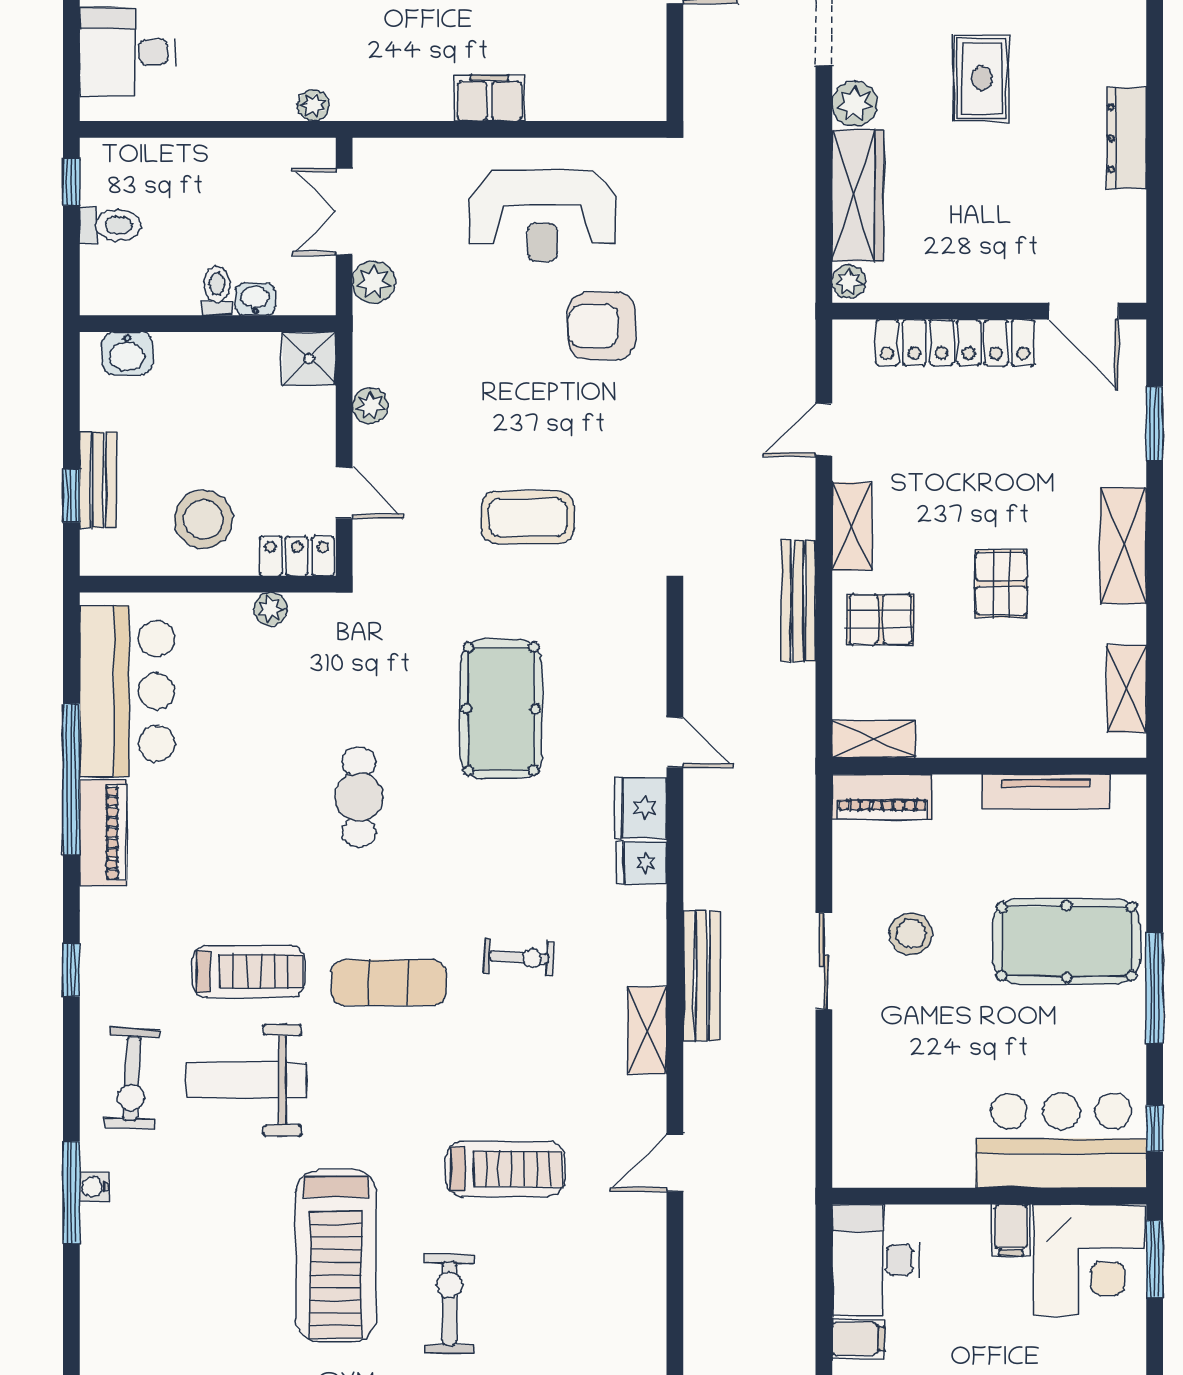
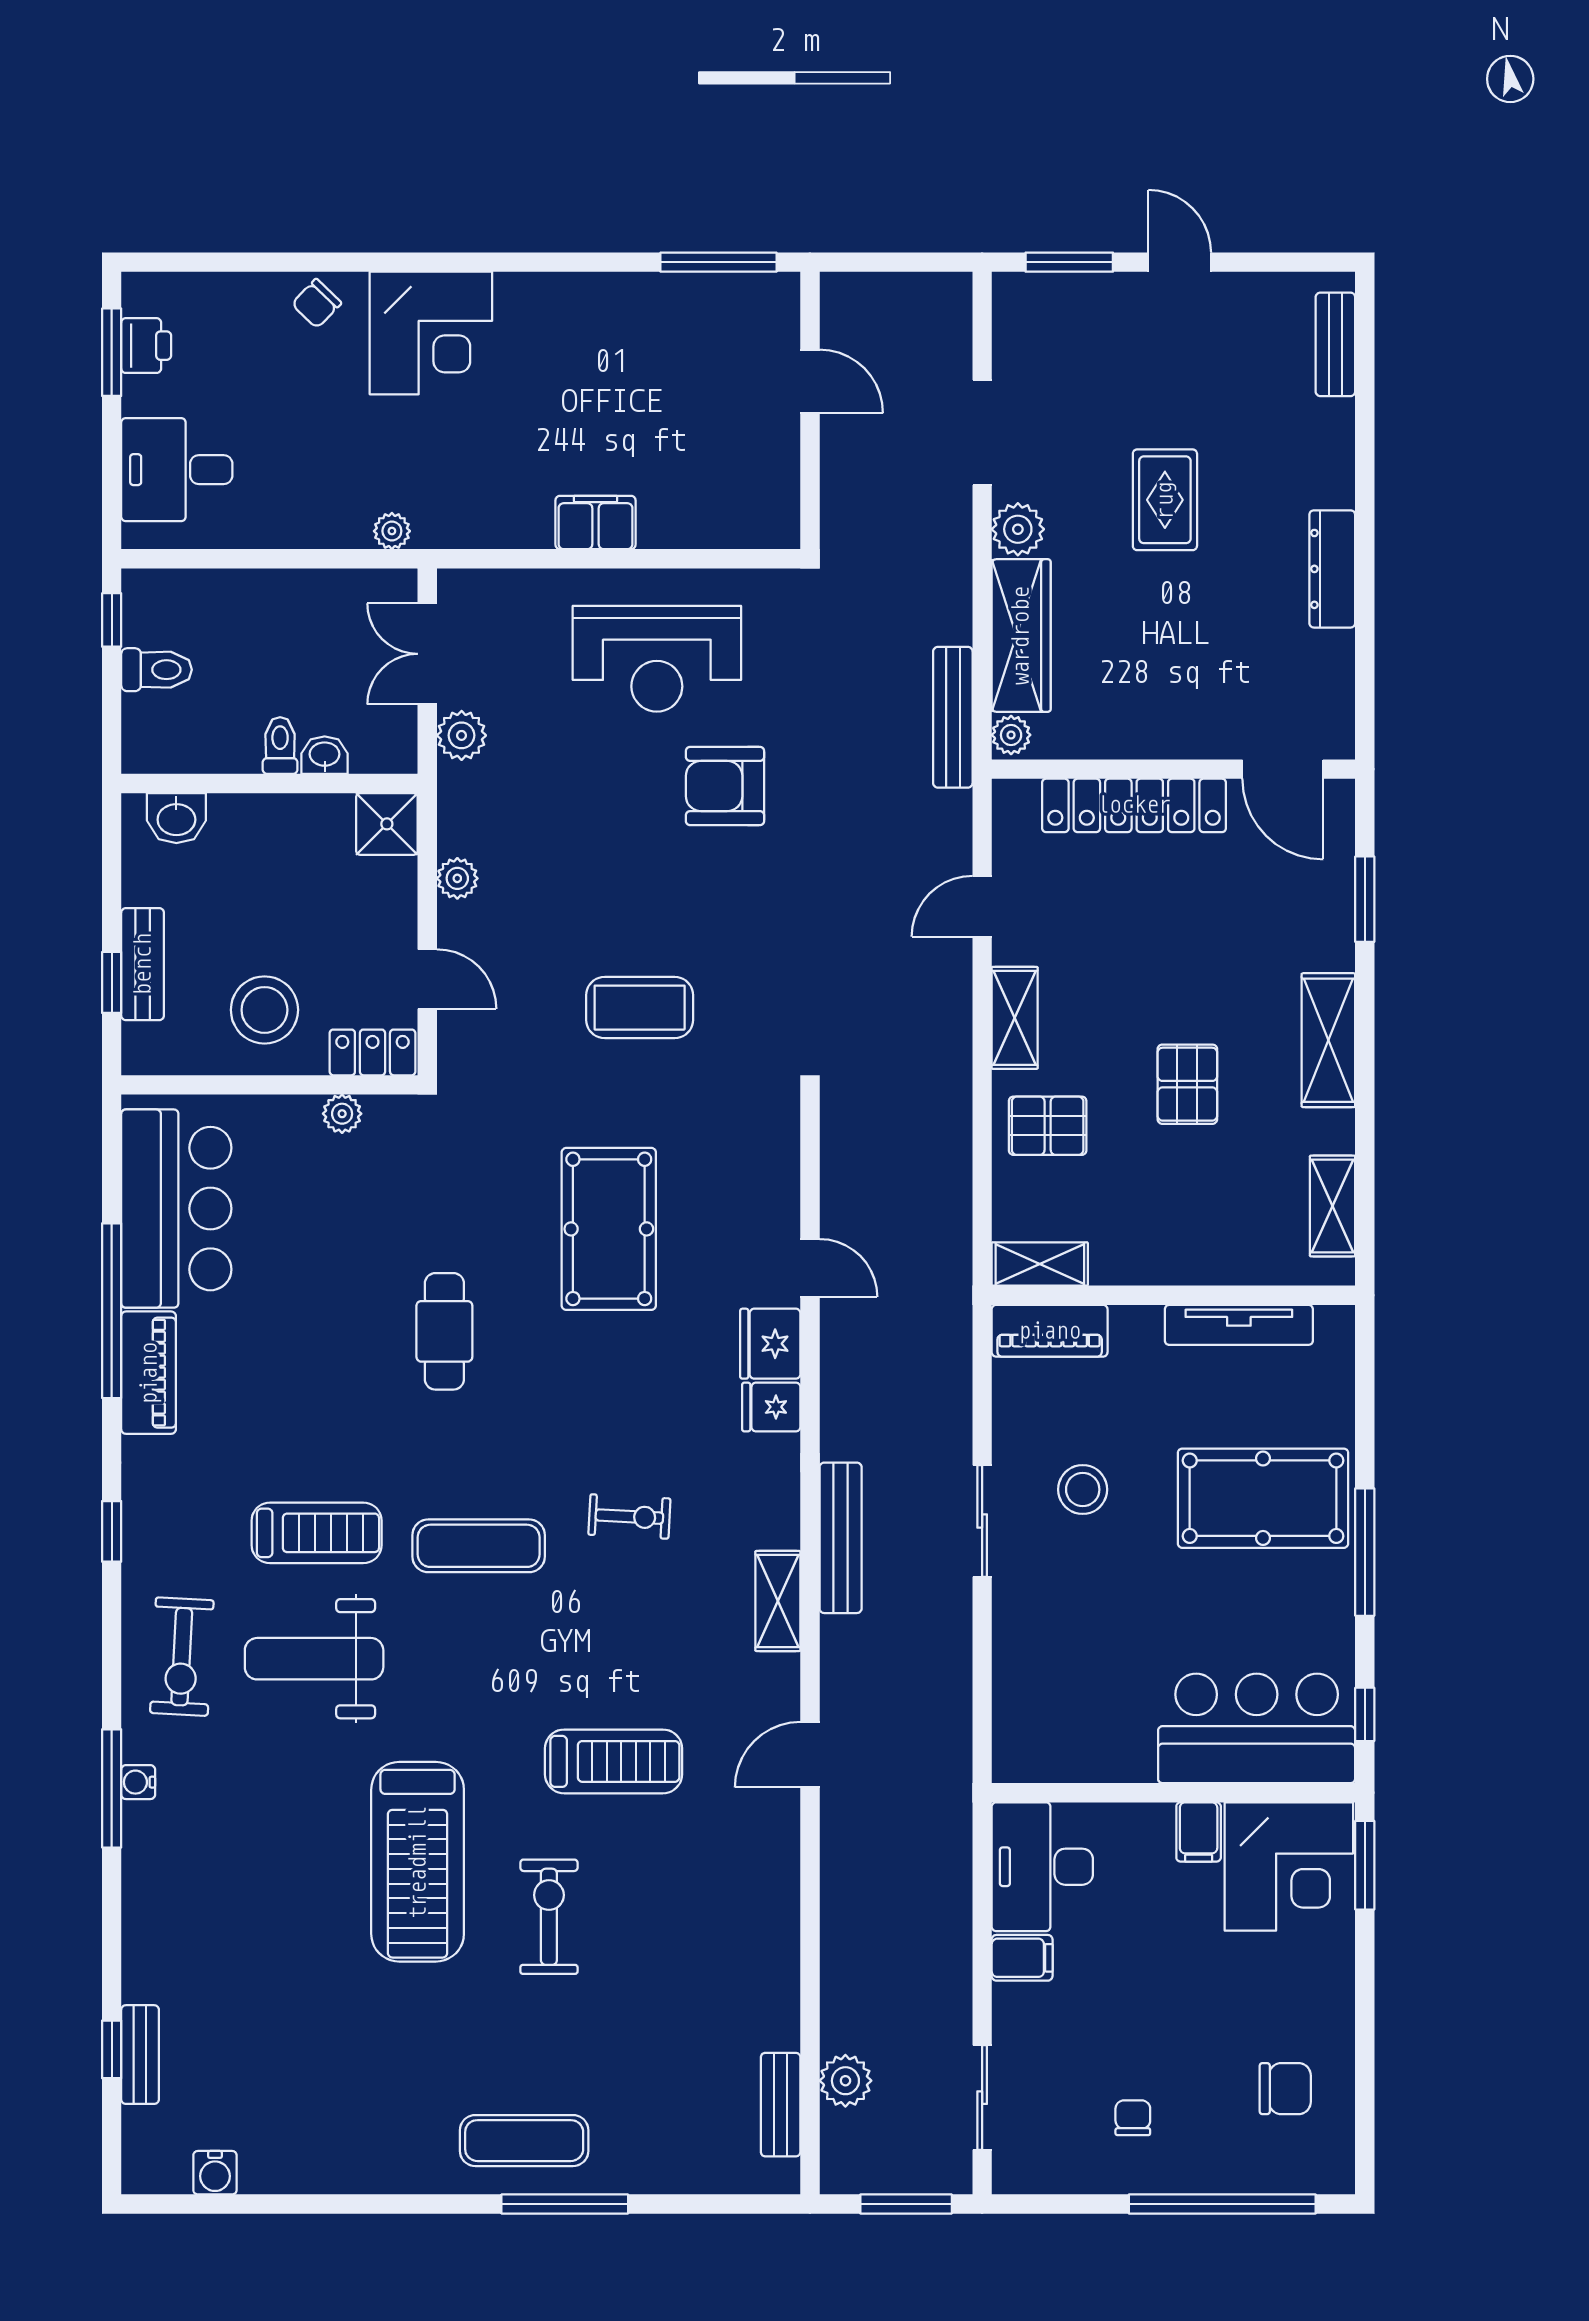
bench: (799, 601) -> (953, 717), moved

